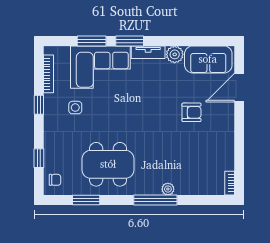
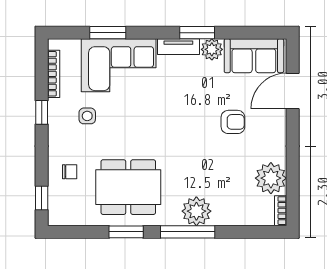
window: (130, 41) -> (197, 33), moved
plant: (222, 157) -> (271, 178), added
window: (39, 158) -> (42, 198), moved
chair: (55, 180) -> (70, 172), moved
plant: (168, 189) -> (196, 211), width x1.88, depth x1.88
window: (86, 200) -> (126, 232), moved

